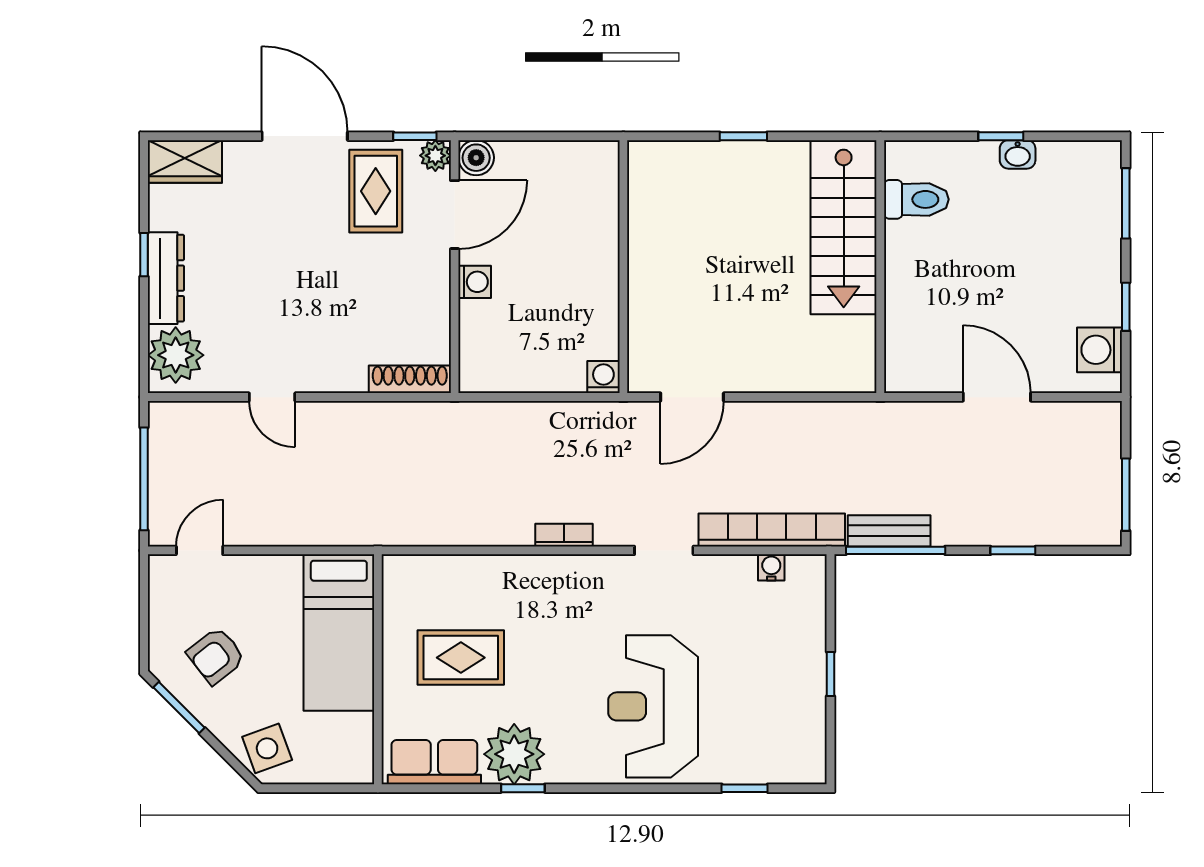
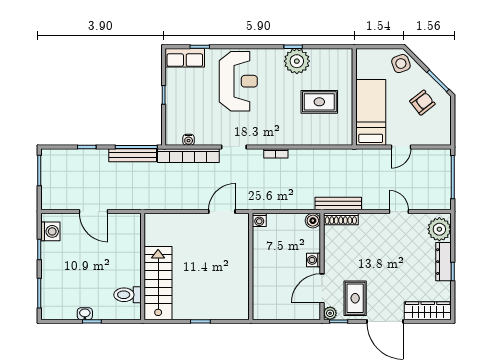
boiler: (476, 158) -> (313, 221), moved
wardrobe: (185, 161) -> (428, 311), width x1.50
bench: (416, 416) -> (338, 203), added
bench: (889, 531) -> (133, 155), width x1.36
door: (200, 550) -> (401, 147), moved
row of seats: (434, 762) -> (185, 58), moved

